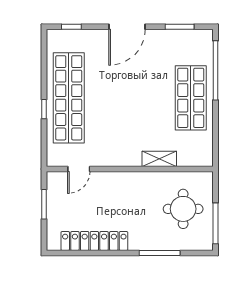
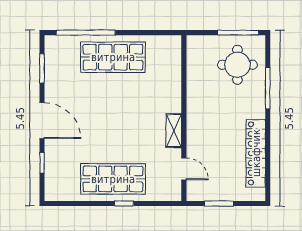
window: (71, 27) -> (42, 163), moved
shop shelf: (69, 98) -> (113, 179), width x0.71
shelving: (159, 159) -> (174, 131), moved
round table: (183, 209) -> (237, 65), moved

